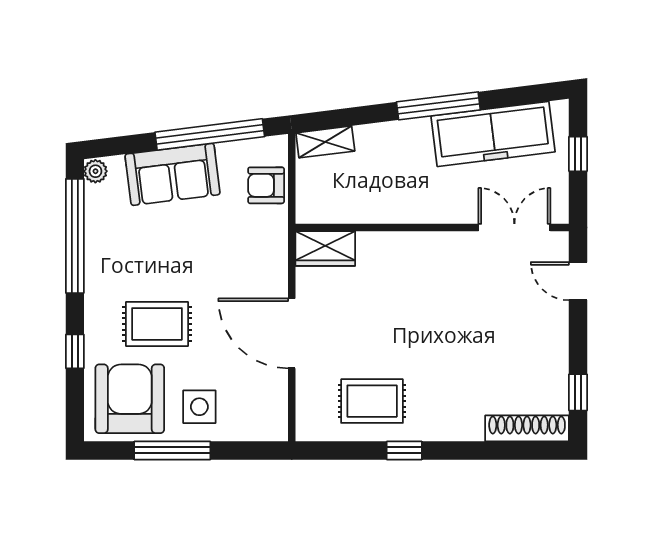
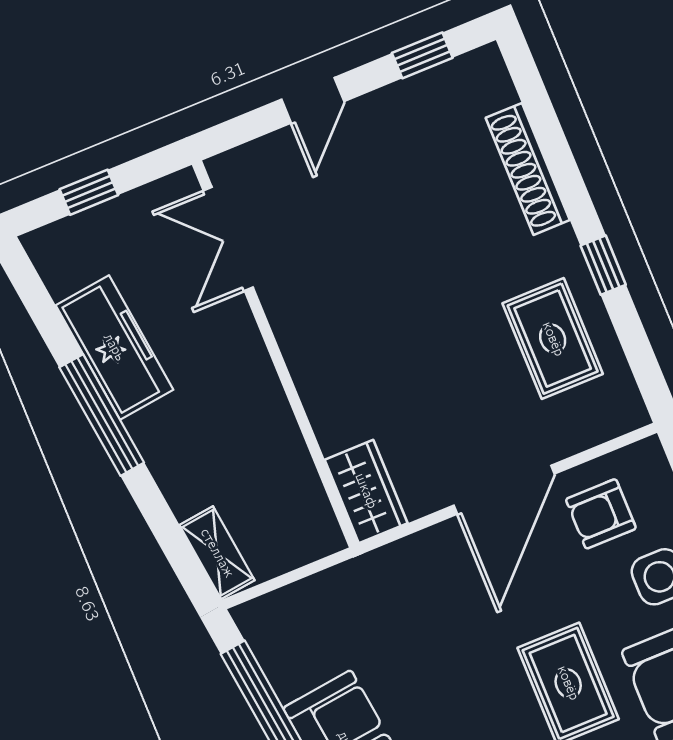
freezer: (493, 134) -> (114, 347), width x0.73, depth x0.79
armchair: (266, 185) -> (601, 514), moved, turned 90
door: (578, 281) -> (313, 100), moved
shoe rack: (527, 428) -> (528, 169), moved

